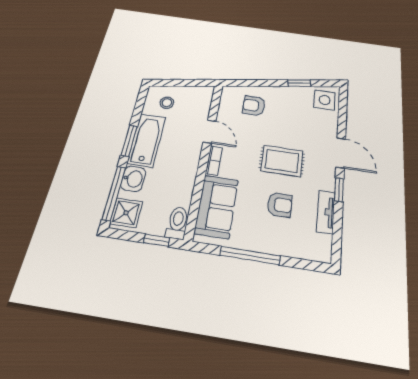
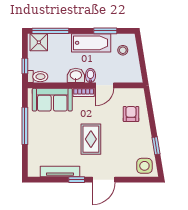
window: (129, 141) -> (105, 31), moved
bidet: (192, 148) -> (90, 76), added
washbasin: (133, 179) -> (76, 75), moved, turned 180
armchair: (280, 205) -> (60, 141), removed
tv unit: (326, 212) -> (60, 172), width x1.41

